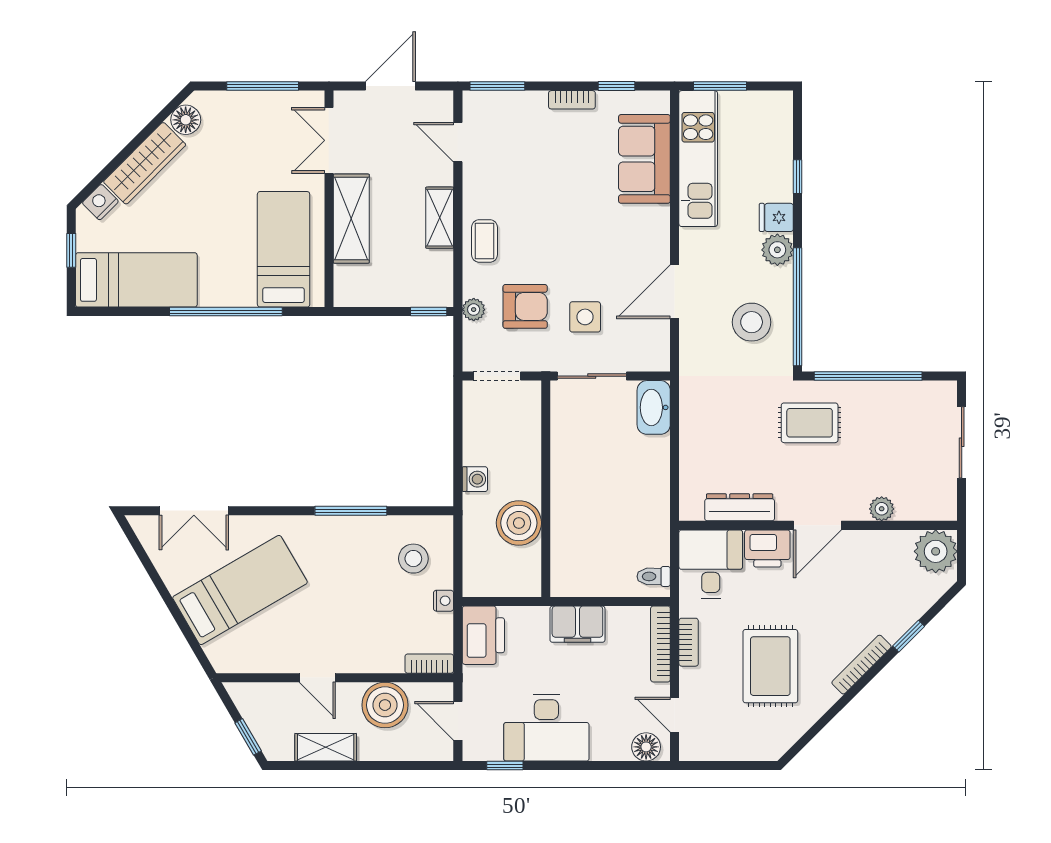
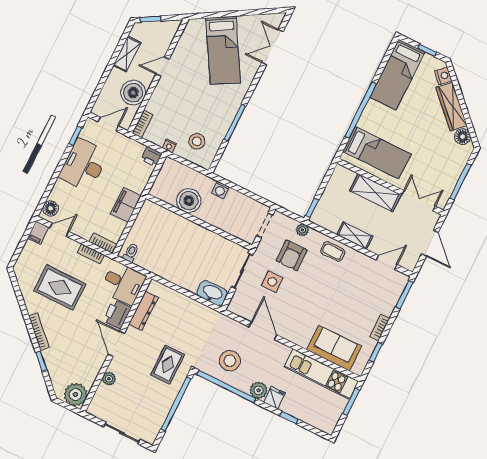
printer: (483, 635) -> (151, 157), width x0.53, depth x0.68
bookcase: (660, 644) -> (103, 243), width x0.64
filing cabinet: (697, 748) -> (38, 233), added

